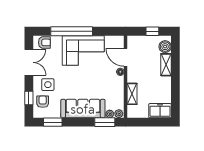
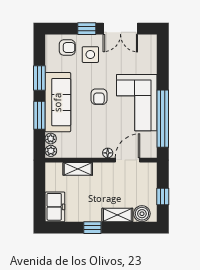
window: (72, 31) -> (163, 119), moved
armchair: (44, 42) -> (99, 97), moved
window: (175, 83) -> (92, 228), added
window: (29, 98) -> (87, 29), moved
window: (53, 122) -> (39, 78), moved
window: (105, 122) -> (39, 115), moved

